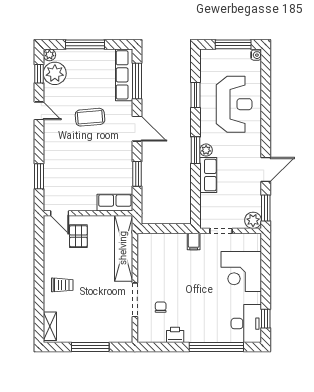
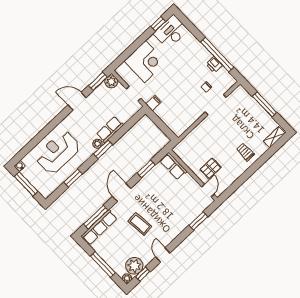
shelving: (124, 248) -> (194, 137), removed
window: (216, 347) -> (217, 55), moved

